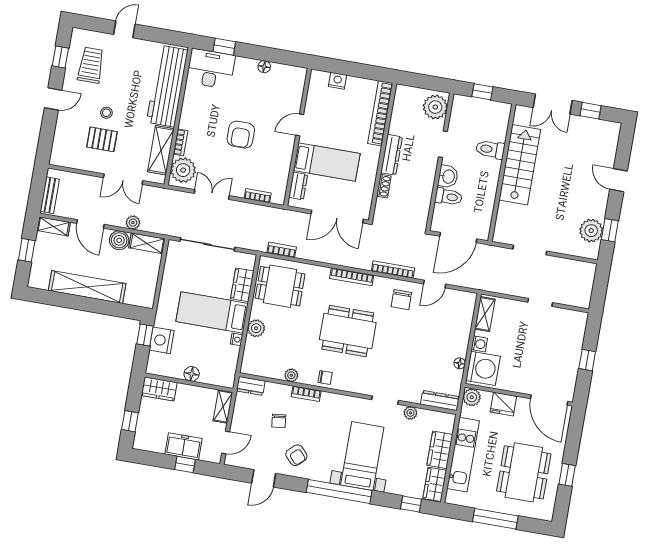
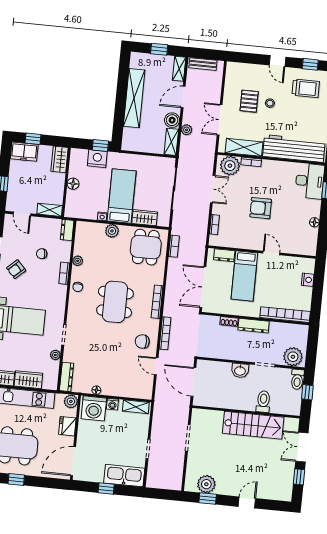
toilet: (449, 197) -> (297, 379), moved
kitchen sink: (572, 336) -> (124, 476), added
freezer: (184, 446) -> (24, 152), moved, turned 90

